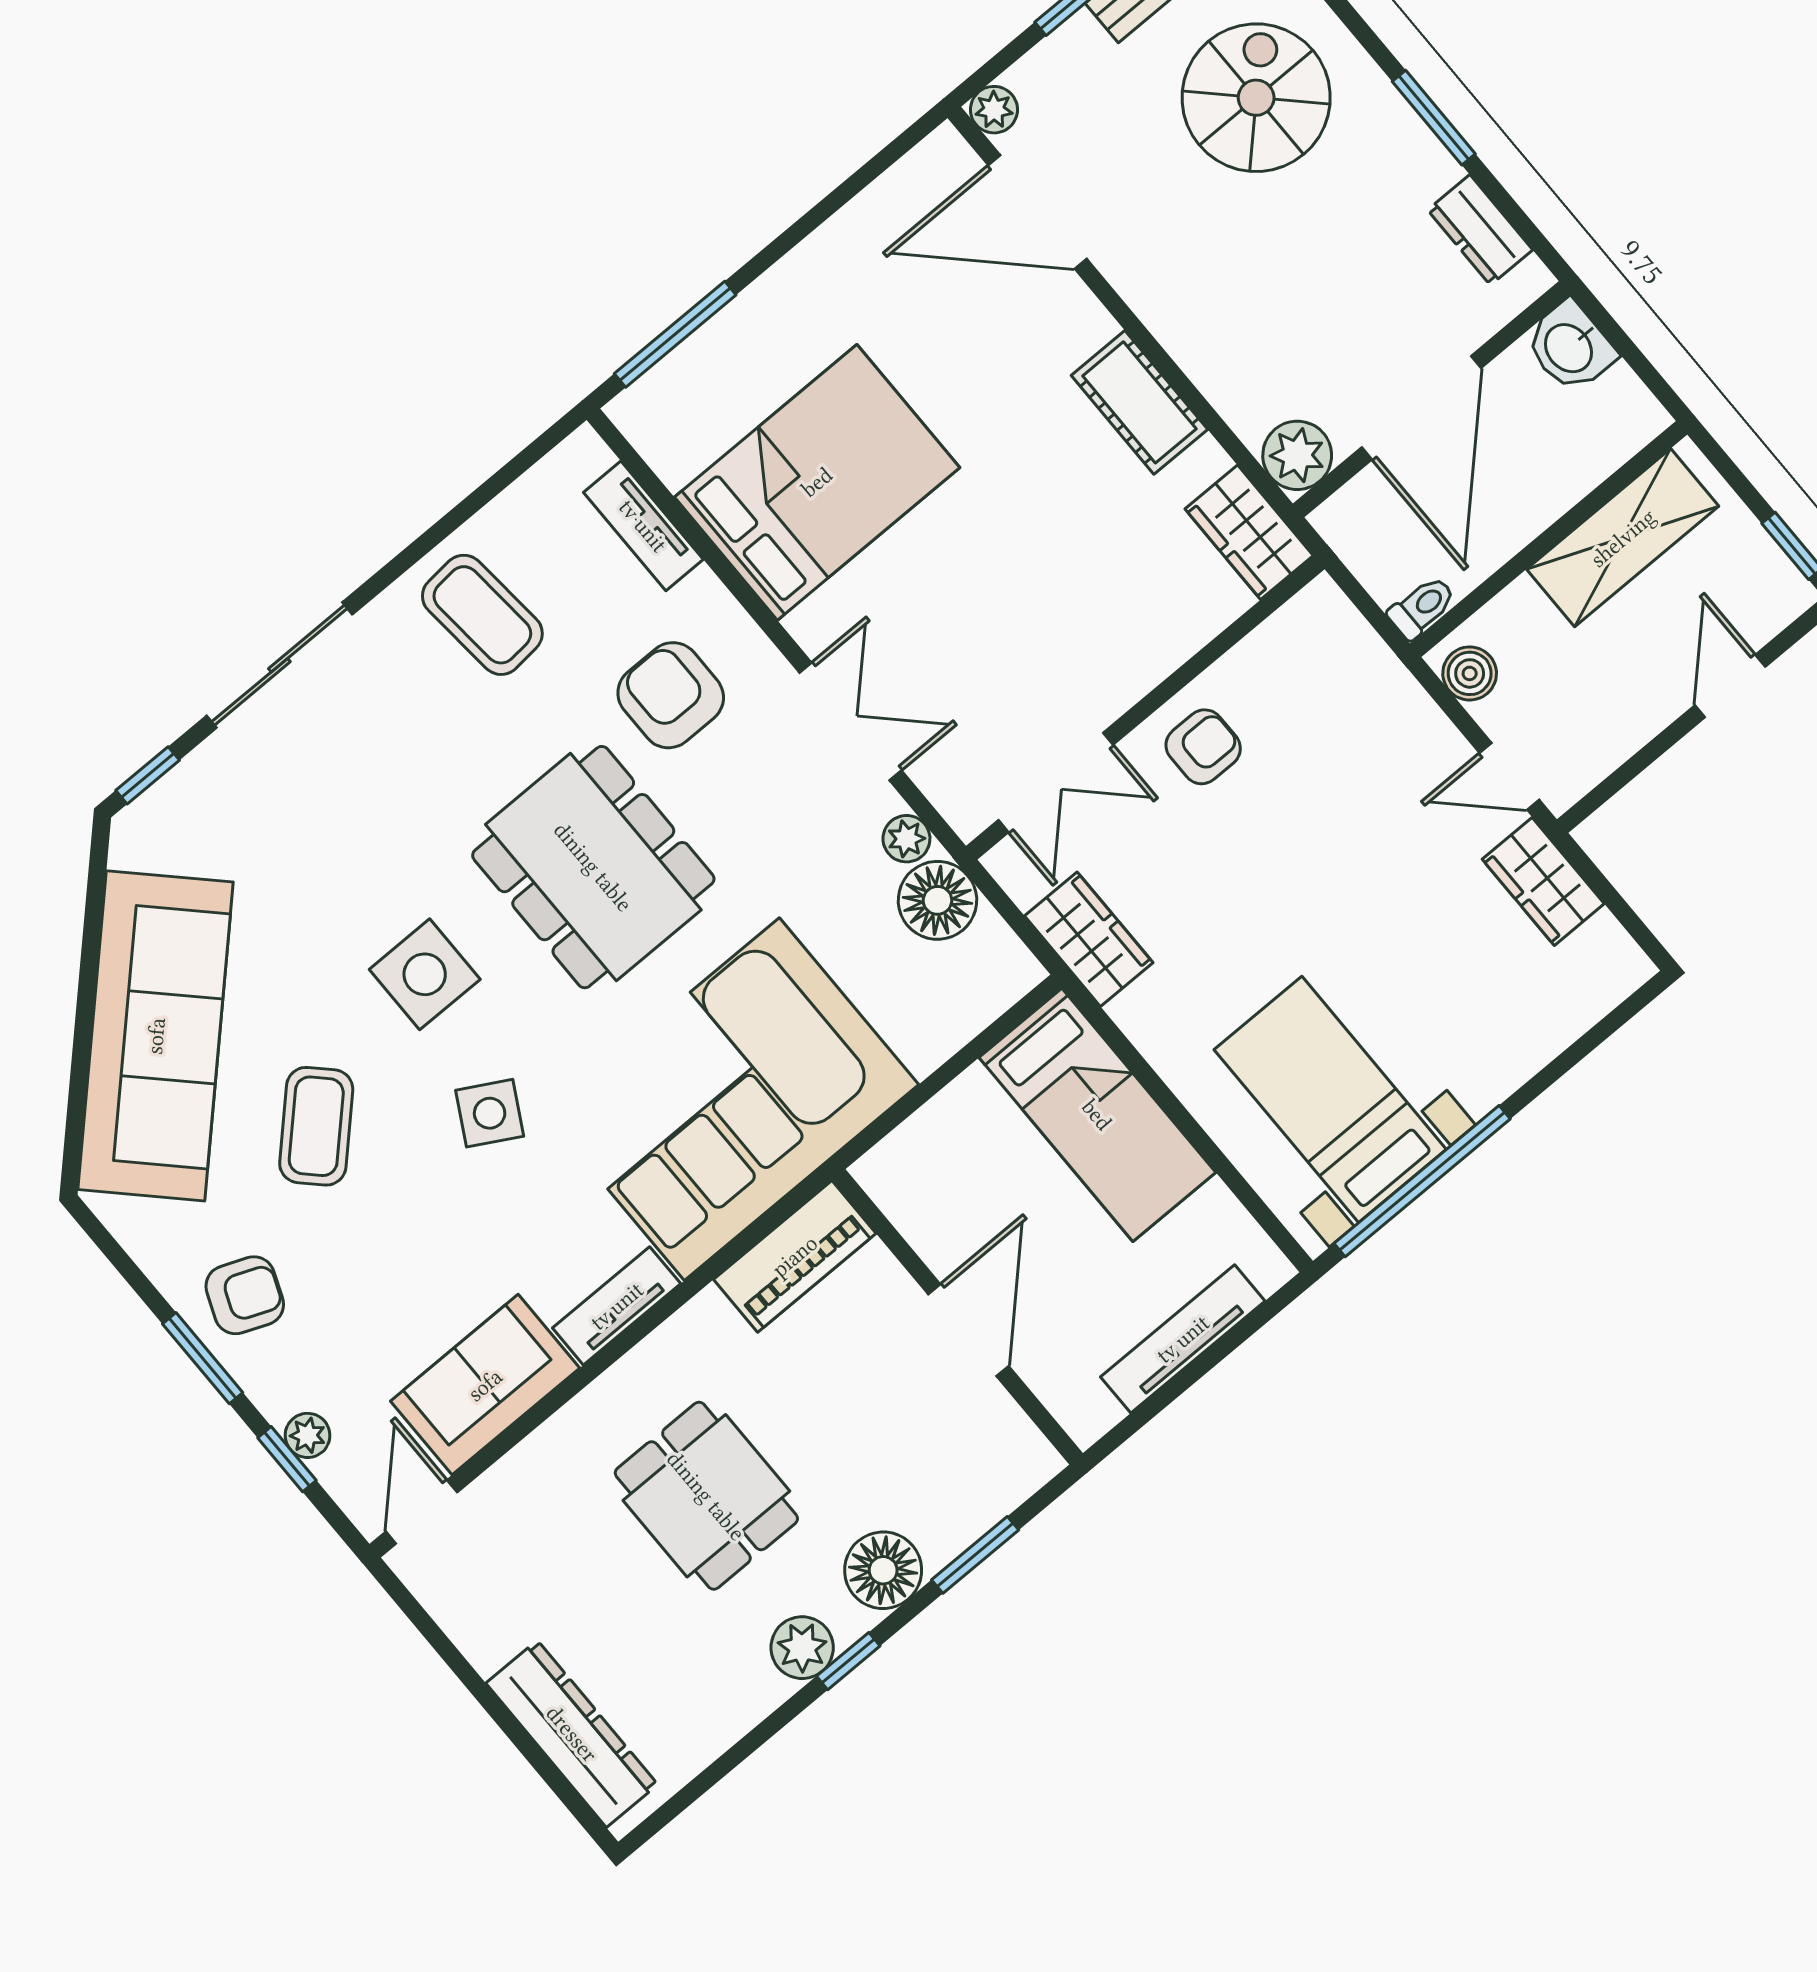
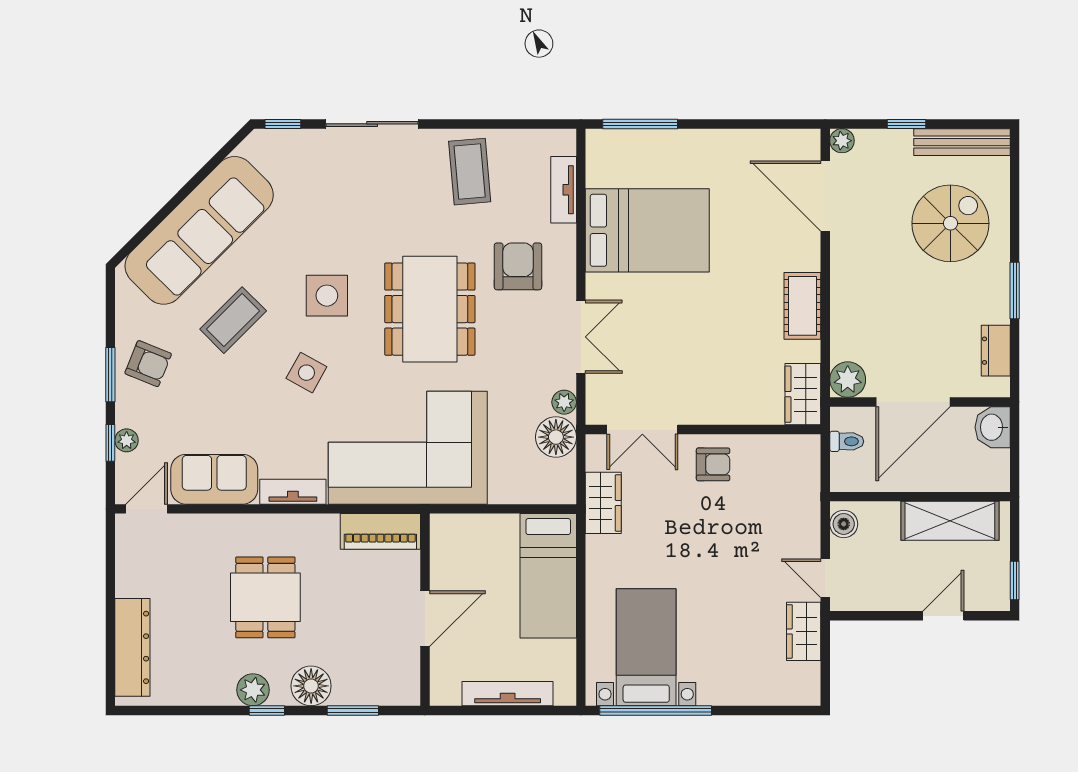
toilet: (1422, 607) -> (847, 441), moved

